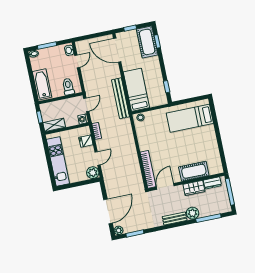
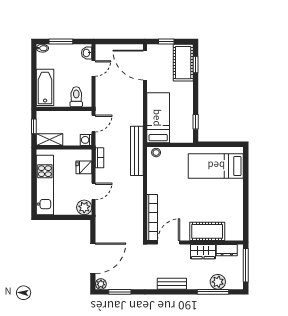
bench: (121, 98) -> (137, 151), moved
plant: (193, 213) -> (218, 282), moved

